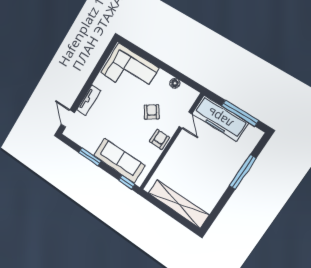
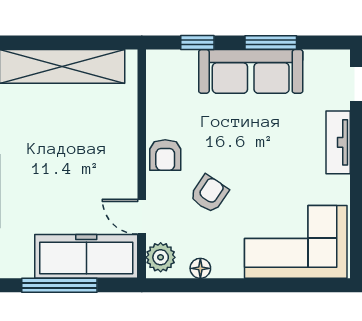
plant: (189, 98) -> (161, 257), added
armchair: (152, 112) -> (209, 194), turned -112
sofa: (119, 160) -> (251, 71), moved
window: (127, 182) -> (197, 42), moved

